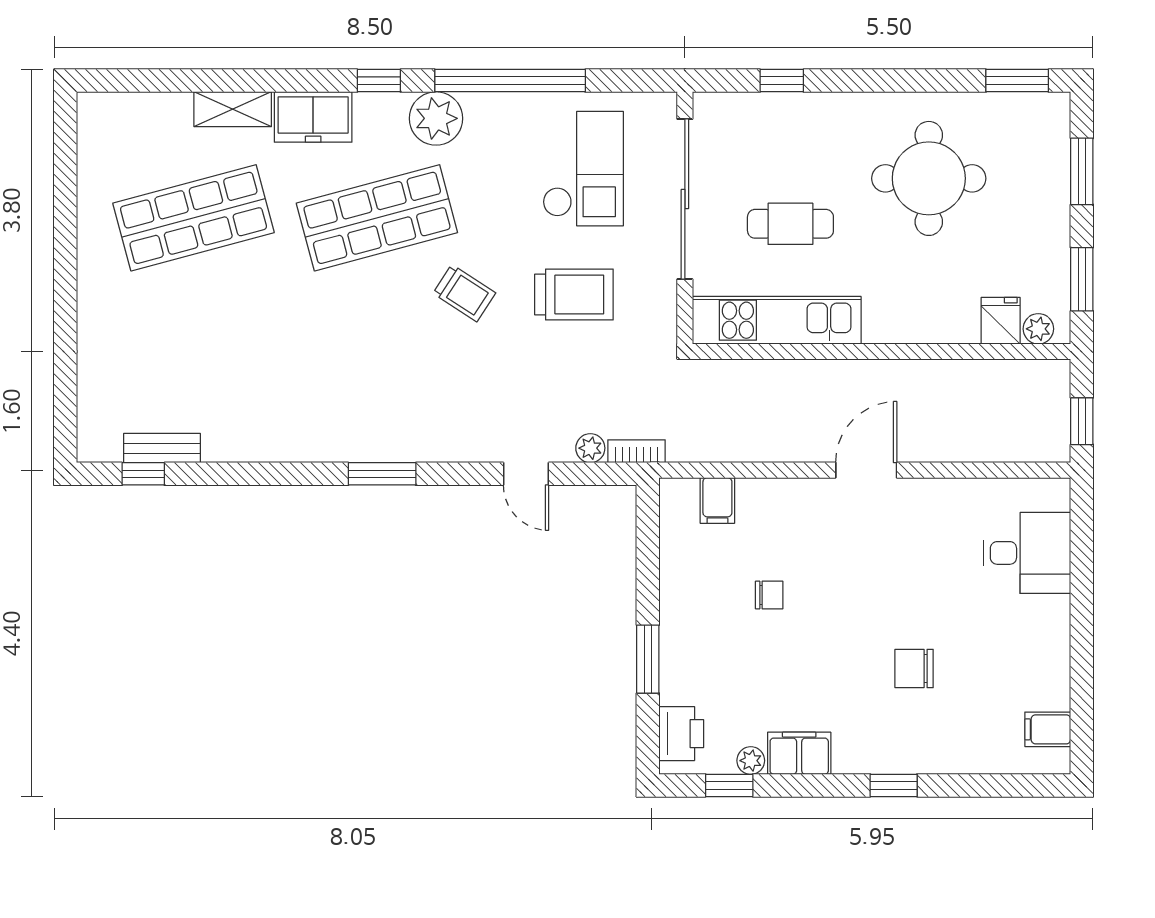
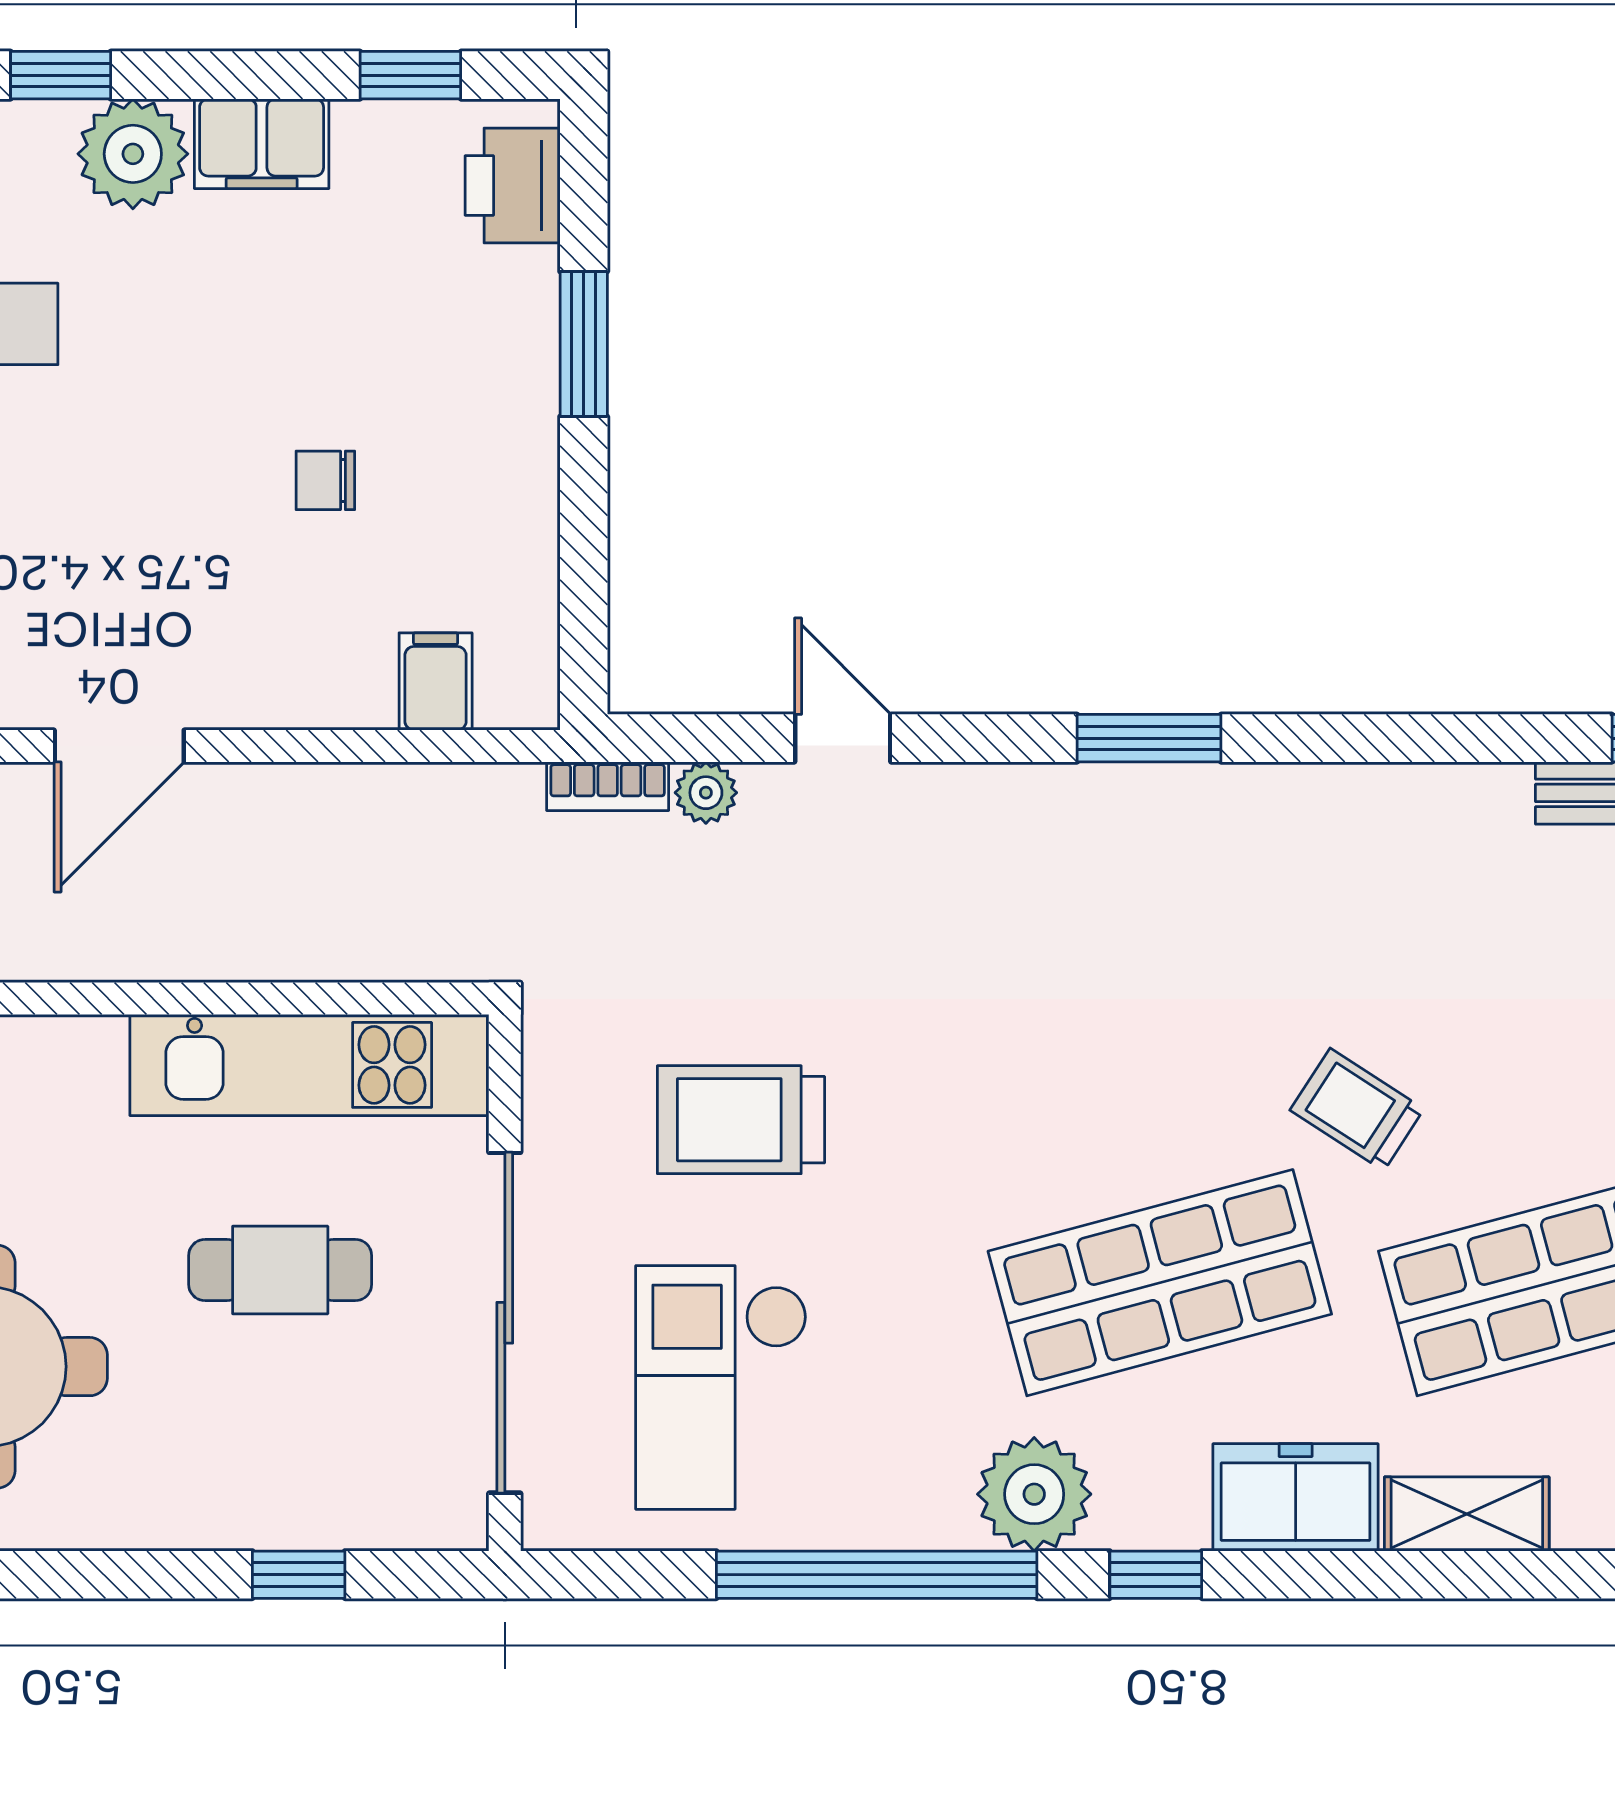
trolley: (464, 293) -> (1357, 1110), moved
plant: (751, 761) -> (133, 154), moved, width x1.88, depth x1.88

